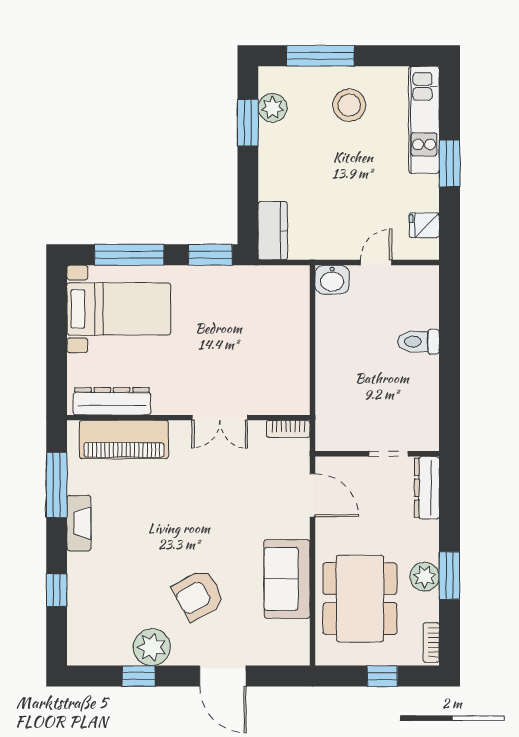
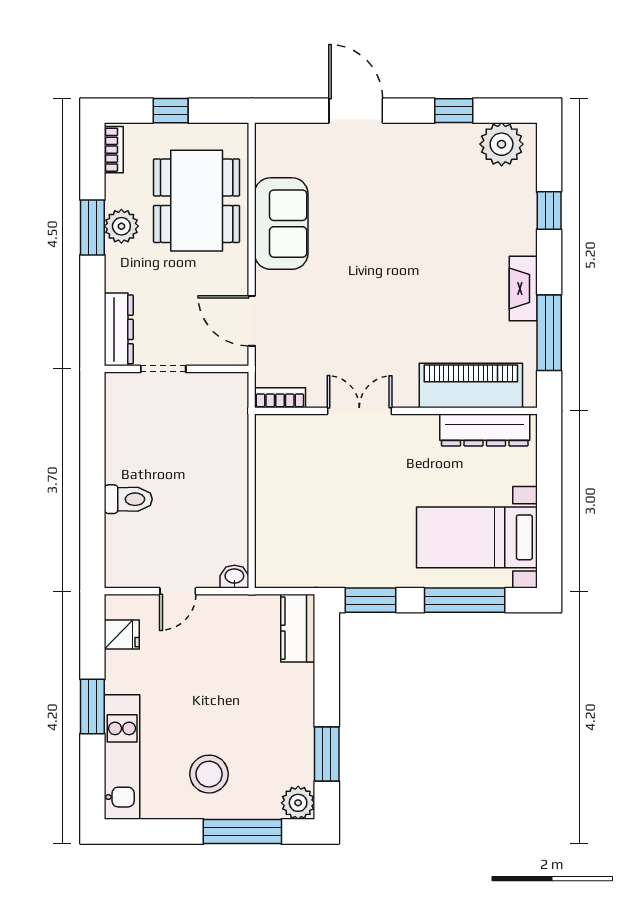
plant: (273, 108) -> (298, 803), moved
washbasin: (332, 280) -> (234, 577), width x0.72, depth x0.69
armchair: (198, 595) -> (384, 205), removed
plant: (152, 647) -> (502, 144), moved

